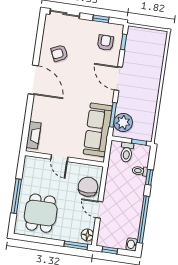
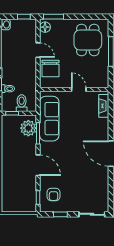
armchair: (59, 53) -> (92, 180), removed

